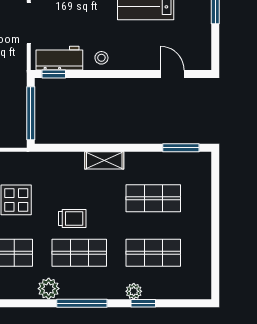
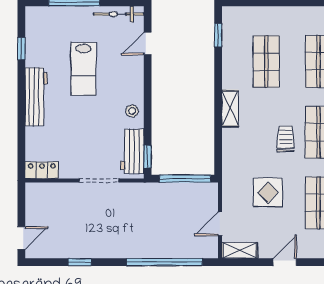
bicycle: (203, 44) -> (119, 14), added
window: (181, 148) -> (218, 35), width x0.67

